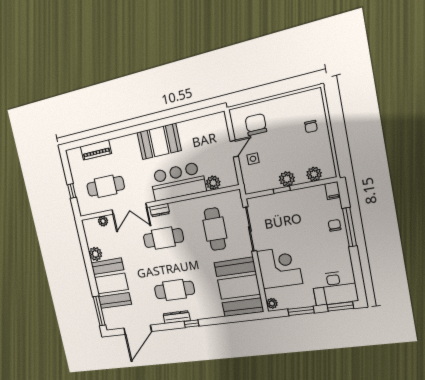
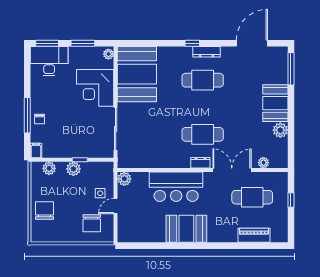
chair: (311, 126) -> (45, 210), width x1.87, depth x1.87
plant: (213, 183) -> (124, 179), moved
cafe table: (215, 229) -> (149, 134), removed
booth: (111, 283) -> (275, 103), width x0.73, depth x0.70

